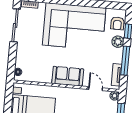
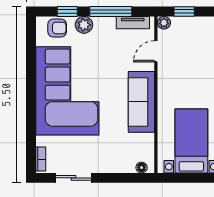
sliding door: (15, 25) -> (74, 178), width x0.73
sofa: (68, 76) -> (141, 102), width x1.36

